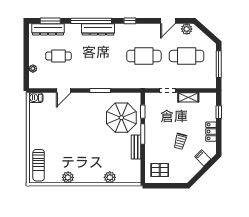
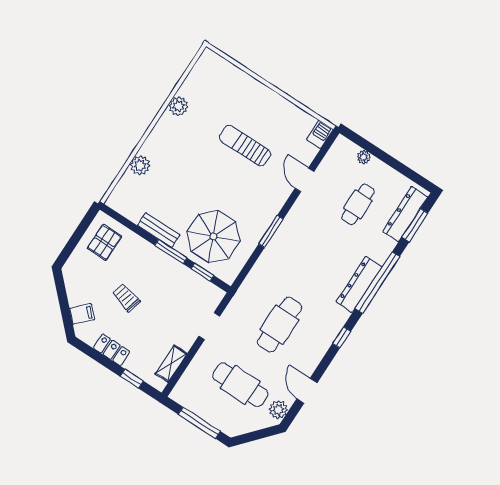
cafe table: (187, 56) -> (240, 385), turned 90
shelving: (188, 97) -> (171, 364), moved
sun lounger: (39, 165) -> (245, 146), moved

